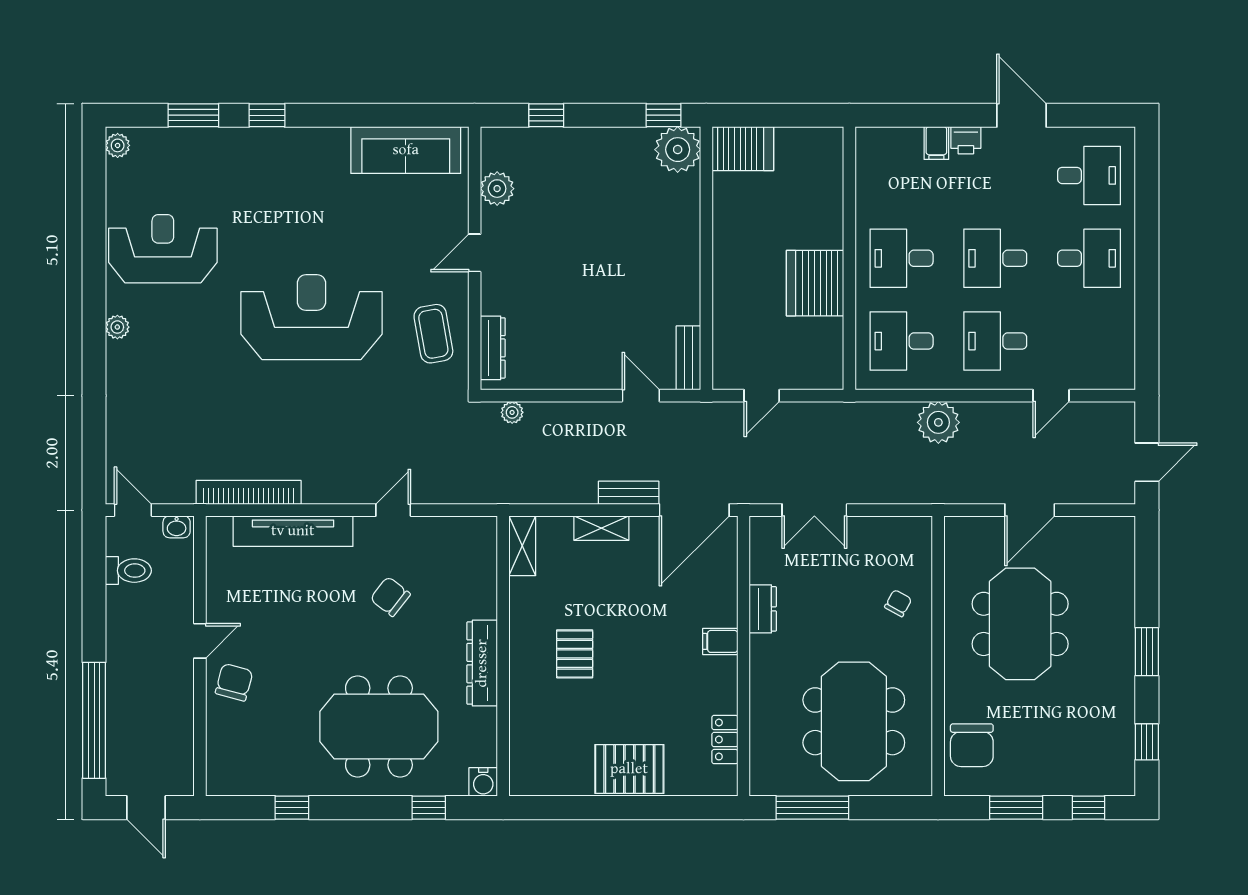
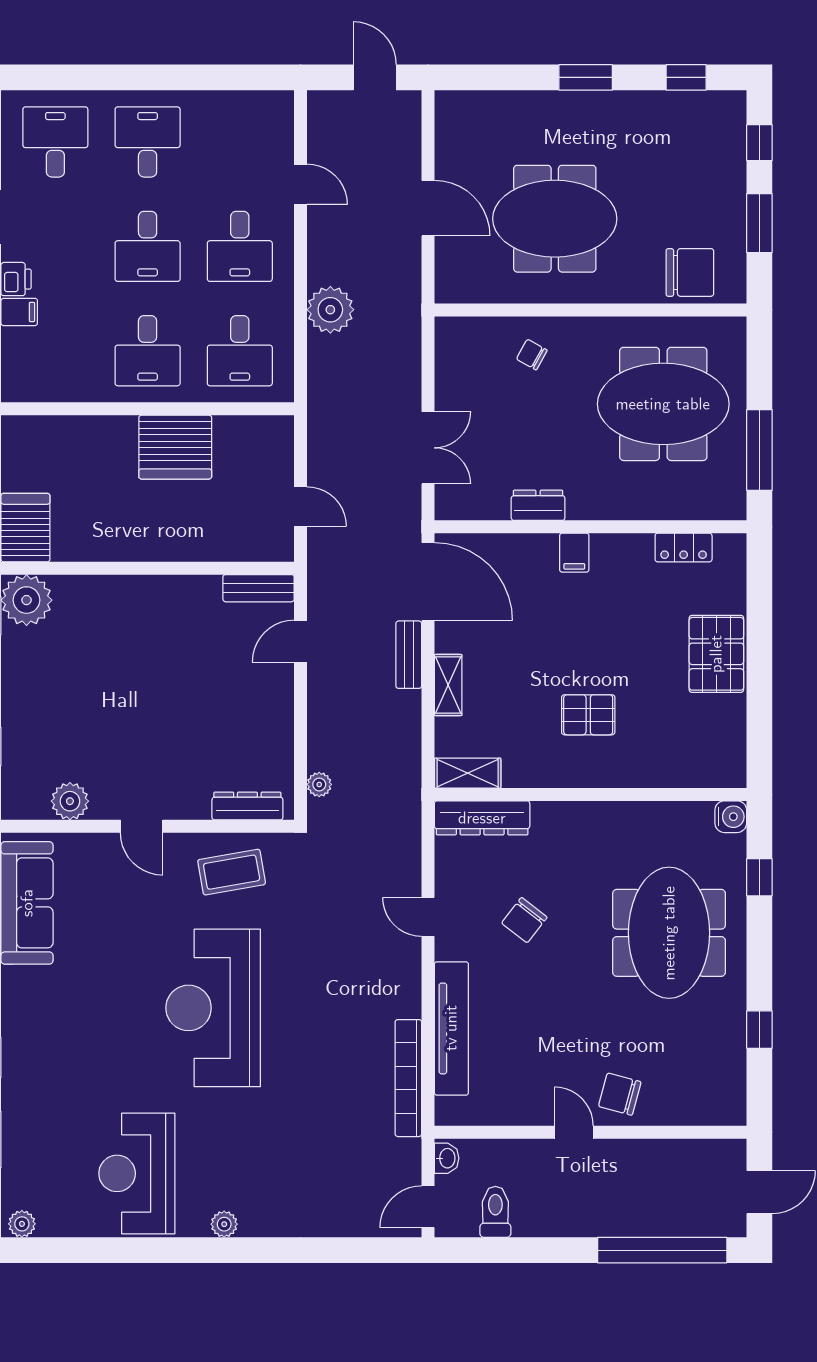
dresser: (482, 663) -> (482, 818), moved

